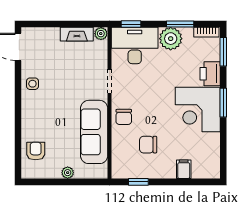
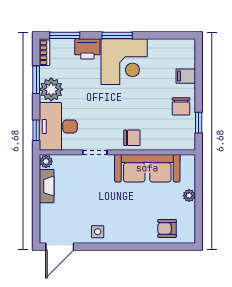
chair: (148, 145) -> (181, 106), moved

